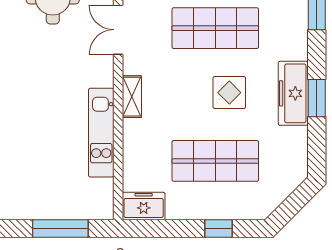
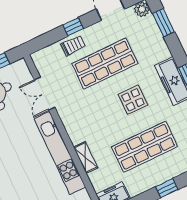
shelving: (132, 97) -> (86, 157), moved
kitchen unit: (101, 133) -> (60, 153), width x1.36

